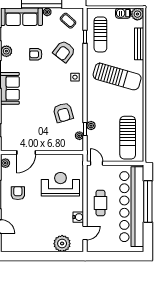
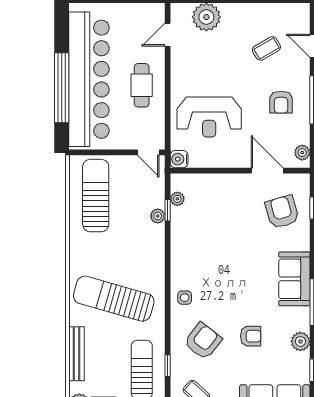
armchair: (63, 113) -> (282, 212), moved
door: (26, 152) -> (267, 171), hinge flipped
water cooler: (78, 217) -> (179, 159), moved
coffee table: (26, 225) -> (266, 48), added

